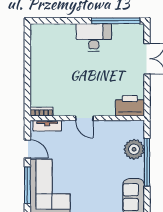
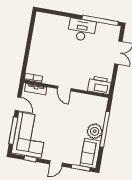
plant: (134, 149) -> (95, 131), moved

